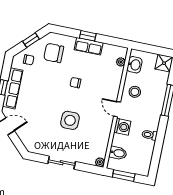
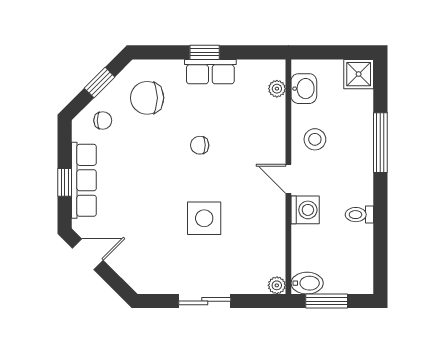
bidet: (118, 153) -> (307, 283), moved

